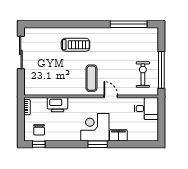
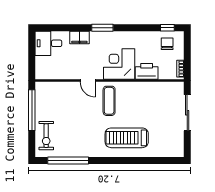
treadmill: (76, 45) -> (127, 138), width x1.37, depth x1.38
sliding door: (21, 52) -> (187, 113), moved
exercise bike: (143, 74) -> (46, 136), moved
desk: (146, 109) -> (48, 43), moved
corner desk: (95, 127) -> (119, 64), moved, turned 180

